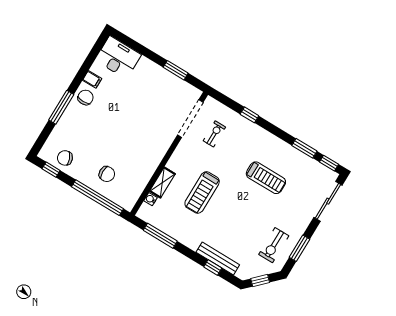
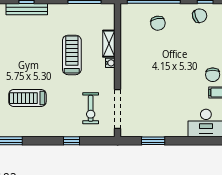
exercise bike: (214, 134) -> (91, 108), width x1.38, depth x1.39
chair: (107, 174) -> (158, 23), turned -100
water cooler: (151, 199) -> (110, 63), moved

